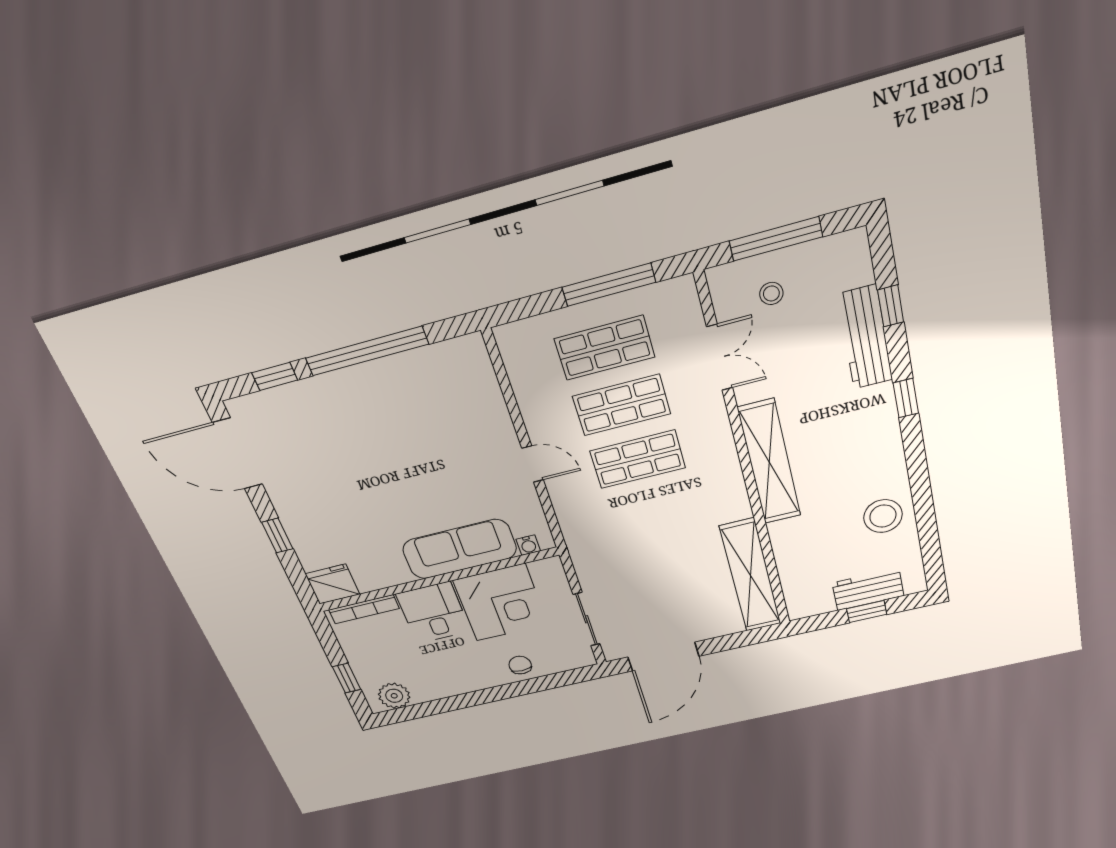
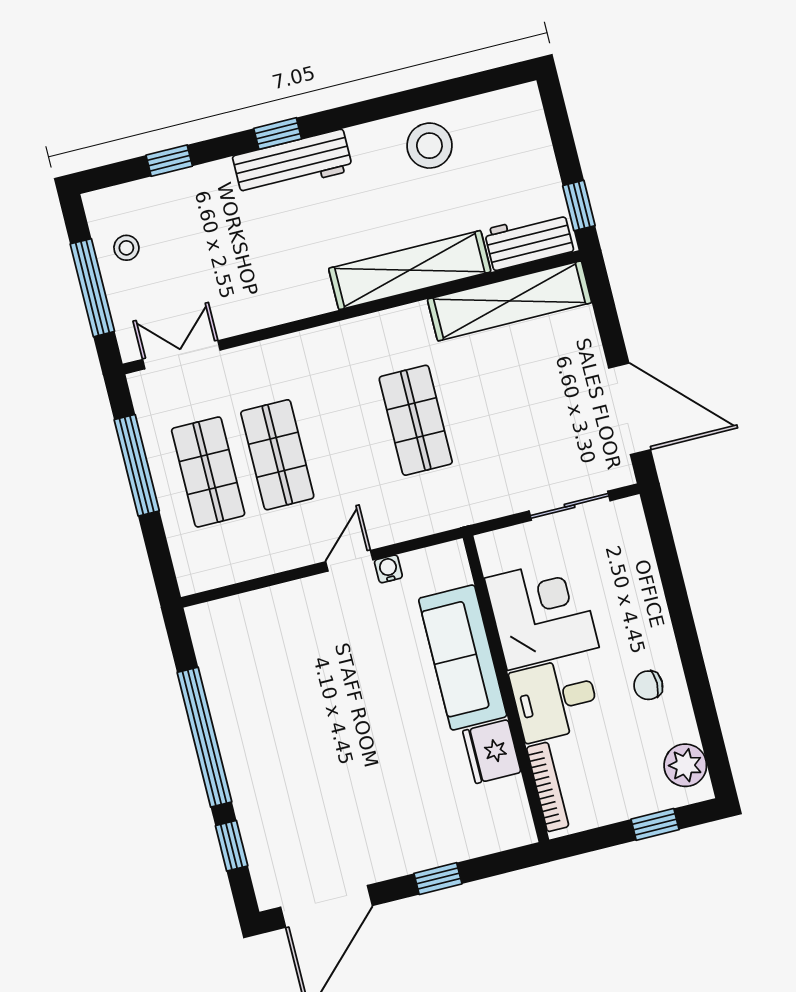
stool: (771, 293) -> (126, 248), moved
workbench: (865, 337) -> (293, 163), moved
double door: (720, 357) -> (181, 355), moved
shop shelf: (638, 459) -> (416, 420), moved
shelving: (769, 462) -> (410, 270), moved
water cooler: (528, 545) -> (388, 569), moved, turned -90
fridge: (332, 584) -> (492, 752), moved
workbench: (868, 589) -> (529, 240), moved, turned 90
window: (867, 612) -> (579, 206), moved
chair: (520, 665) -> (648, 685), moved

